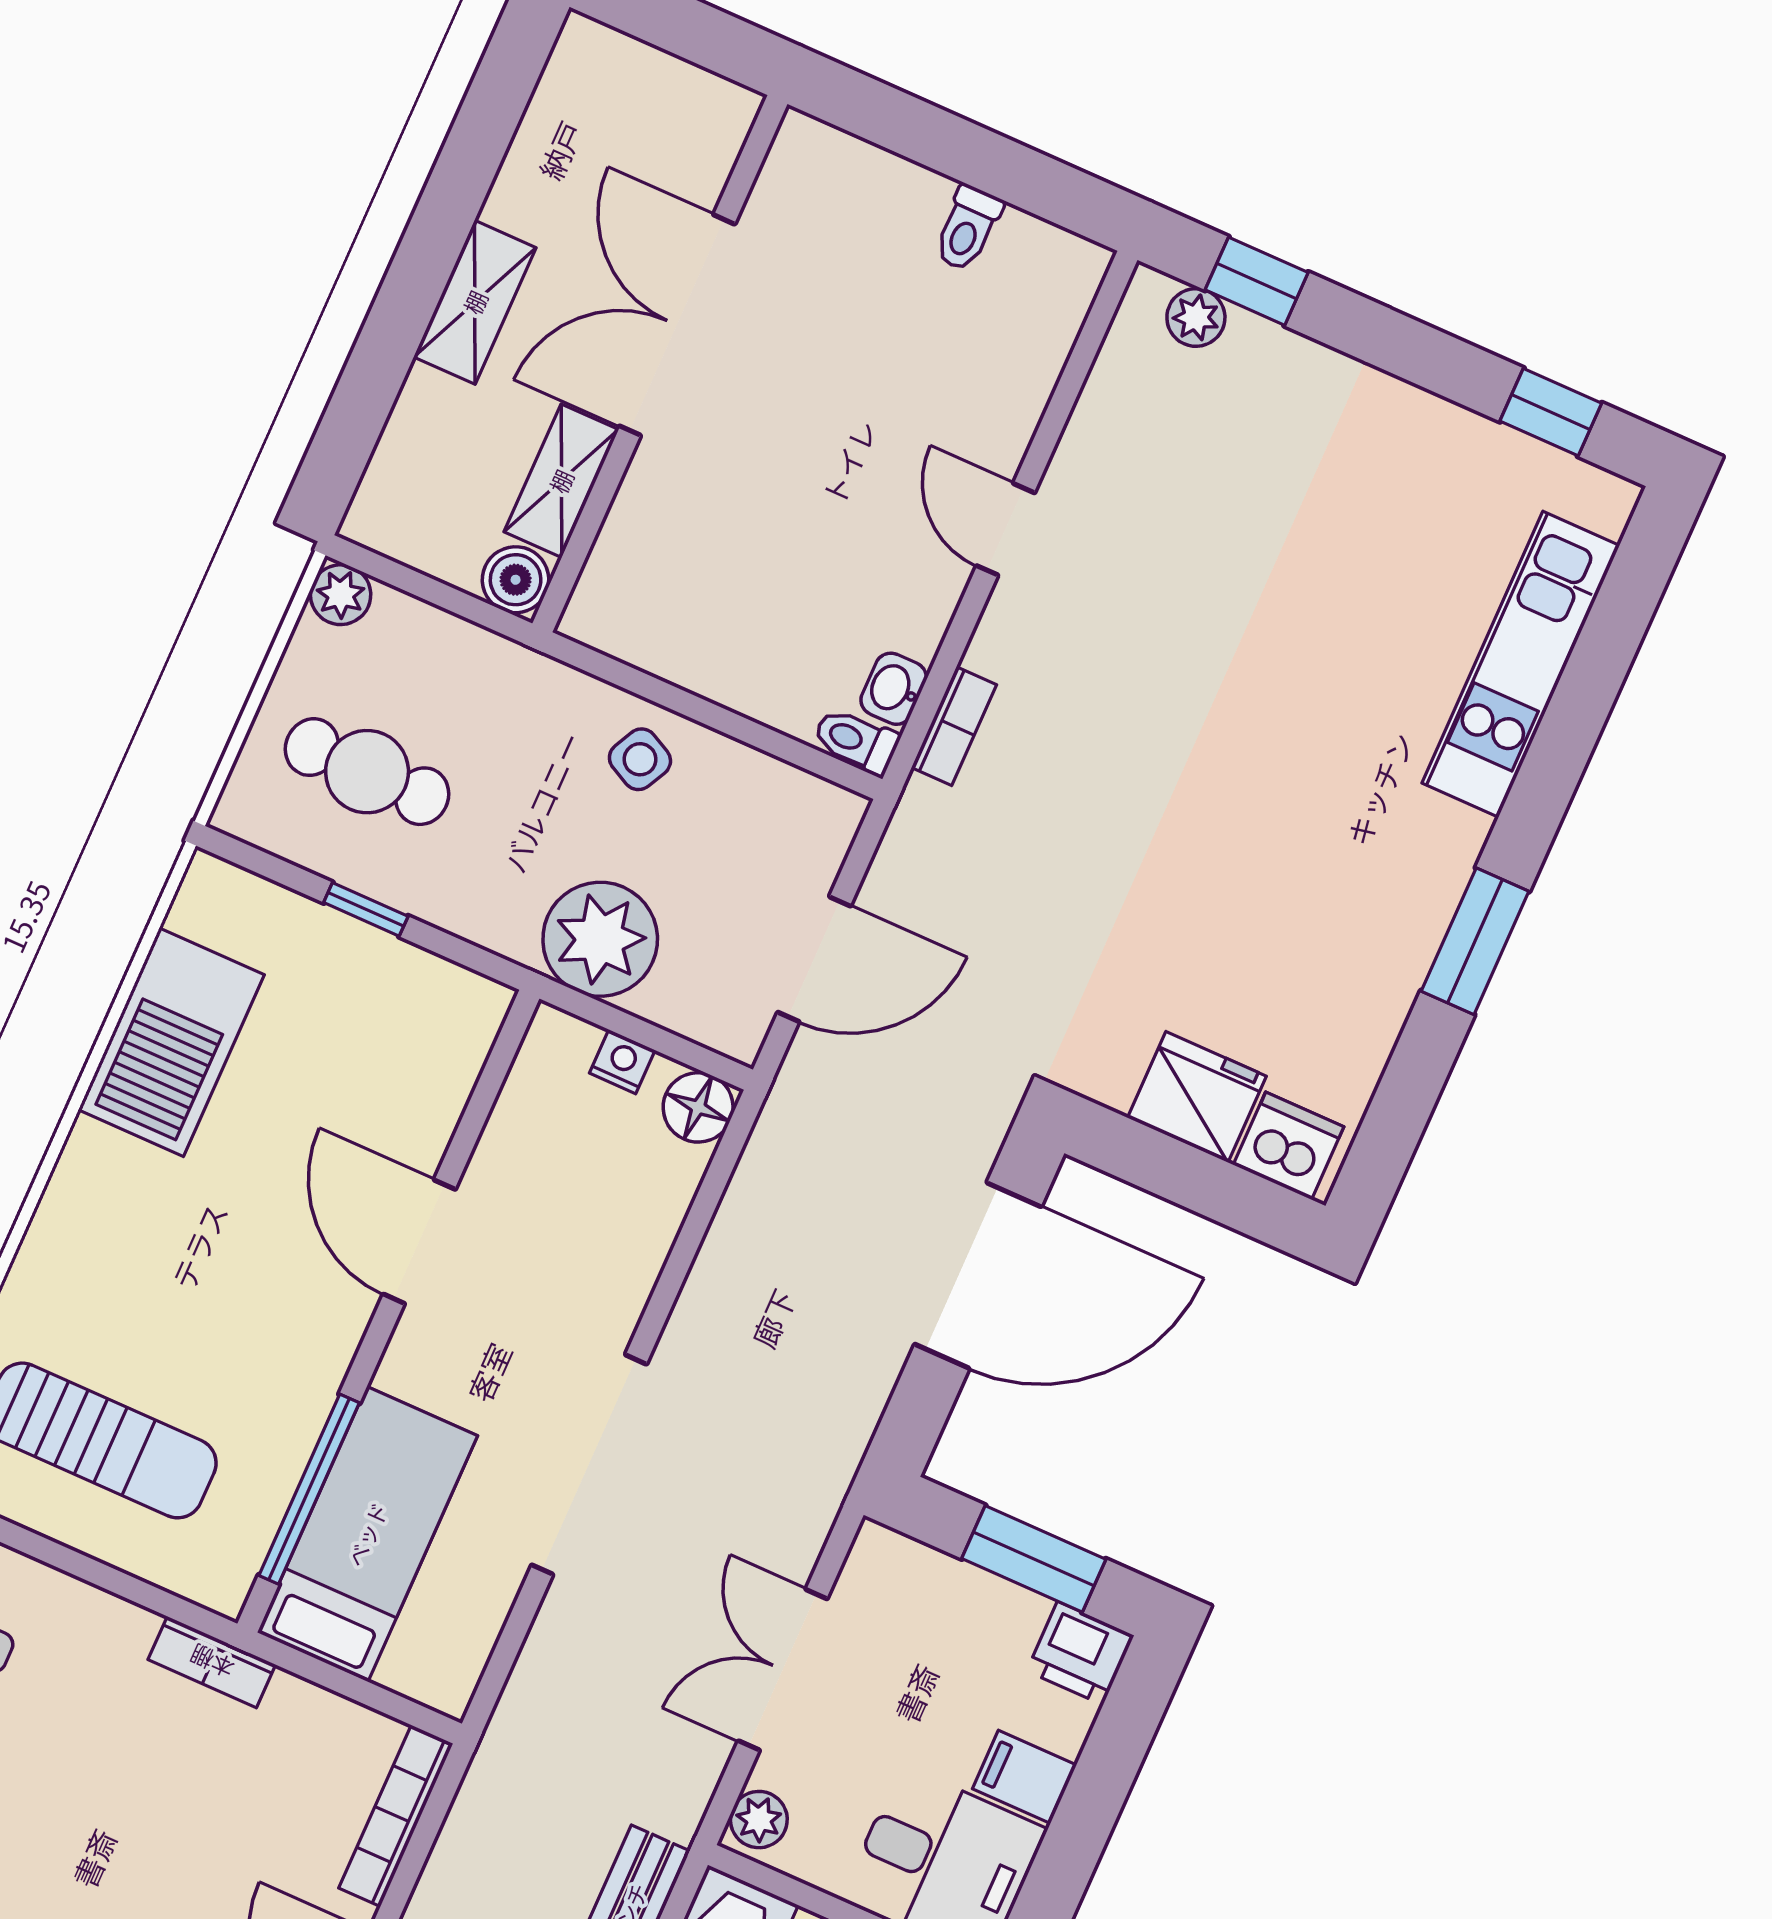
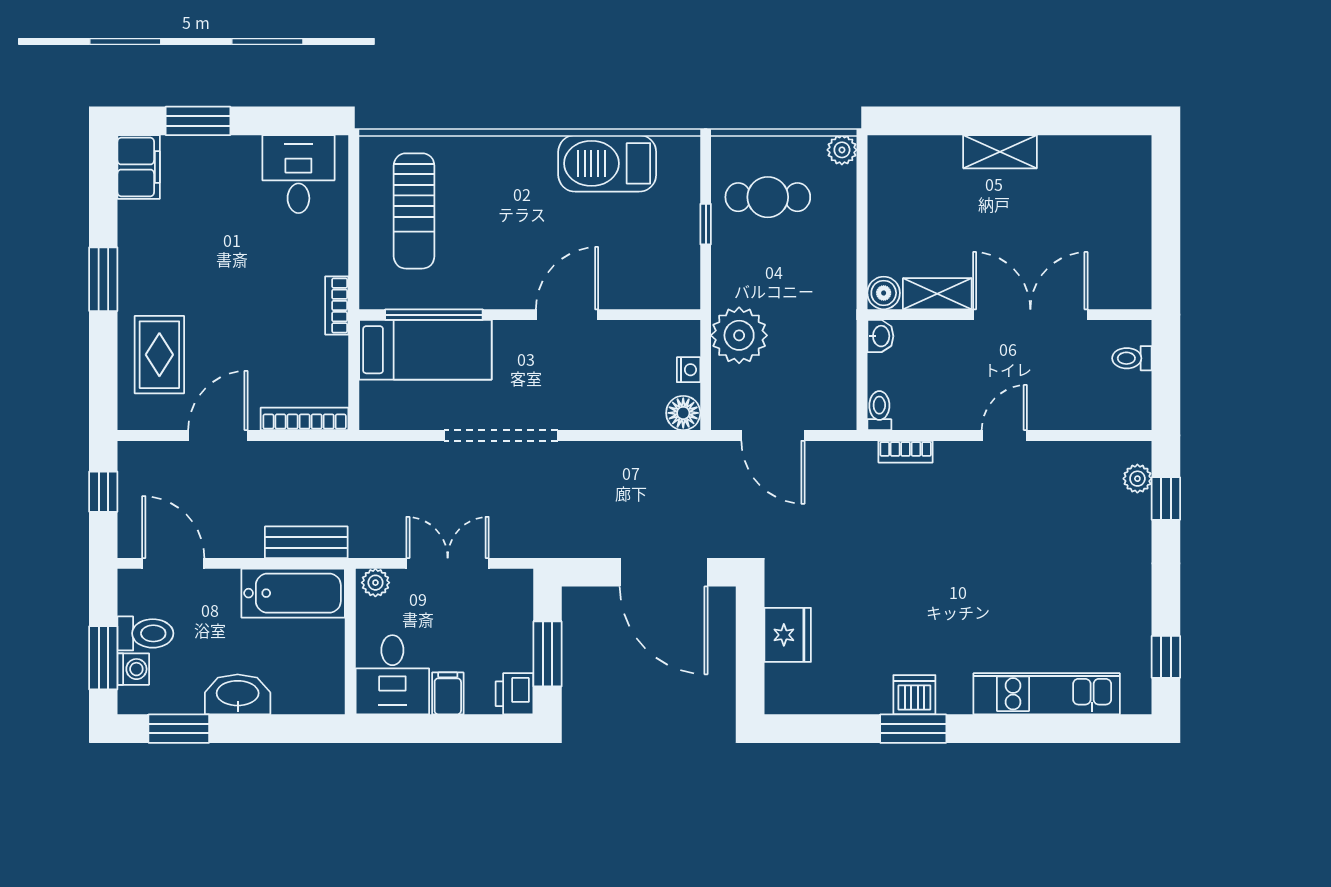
double door: (677, 325) -> (1030, 315), moved
wall: (660, 364) -> (1010, 315), moved
shelving: (561, 481) -> (937, 294), moved
boiler: (516, 580) -> (884, 293), moved
washbasin: (894, 689) -> (880, 336), moved, turned 90
side table: (640, 759) -> (828, 317), removed
cafe table: (367, 772) -> (768, 197), turned 90
dishwasher: (1289, 1146) -> (914, 695), moved, turned -90

